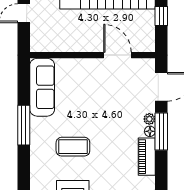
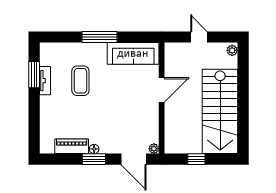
door: (117, 55) -> (162, 90), moved
plant: (149, 119) -> (154, 149), moved
window: (161, 131) -> (94, 159), width x0.69

